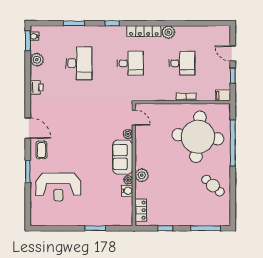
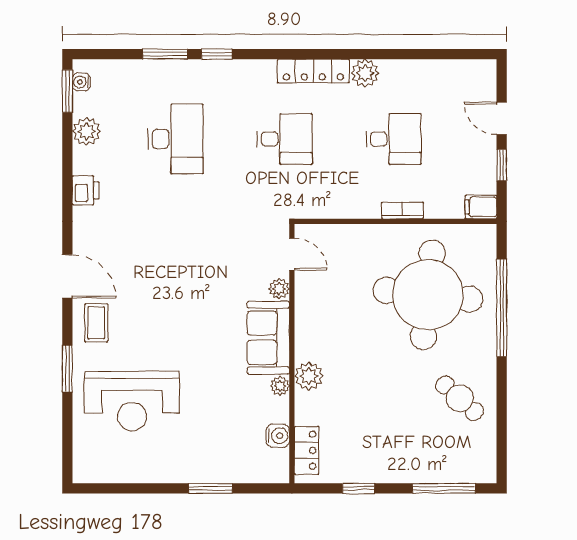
window: (112, 23) -> (217, 54), moved
water cooler: (127, 191) -> (278, 436), moved

